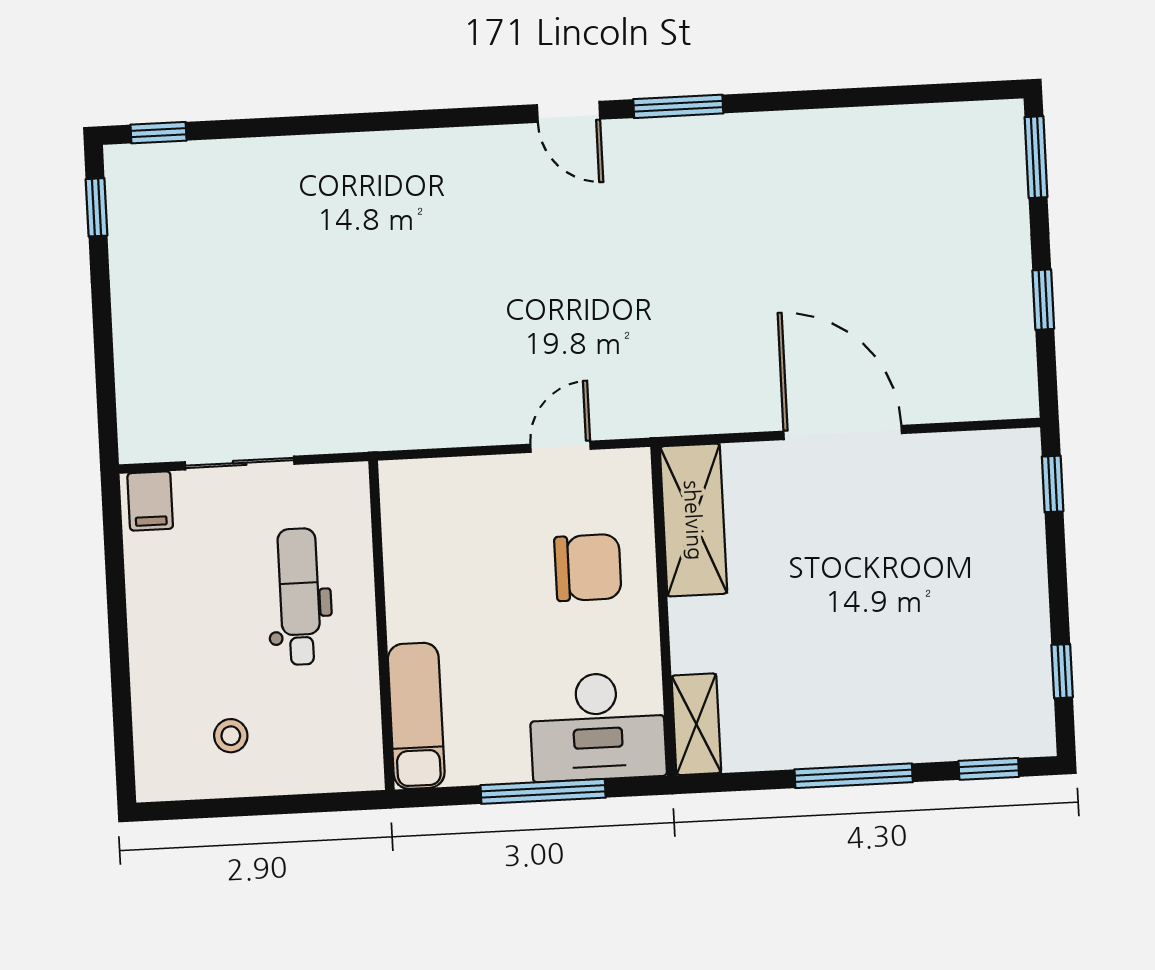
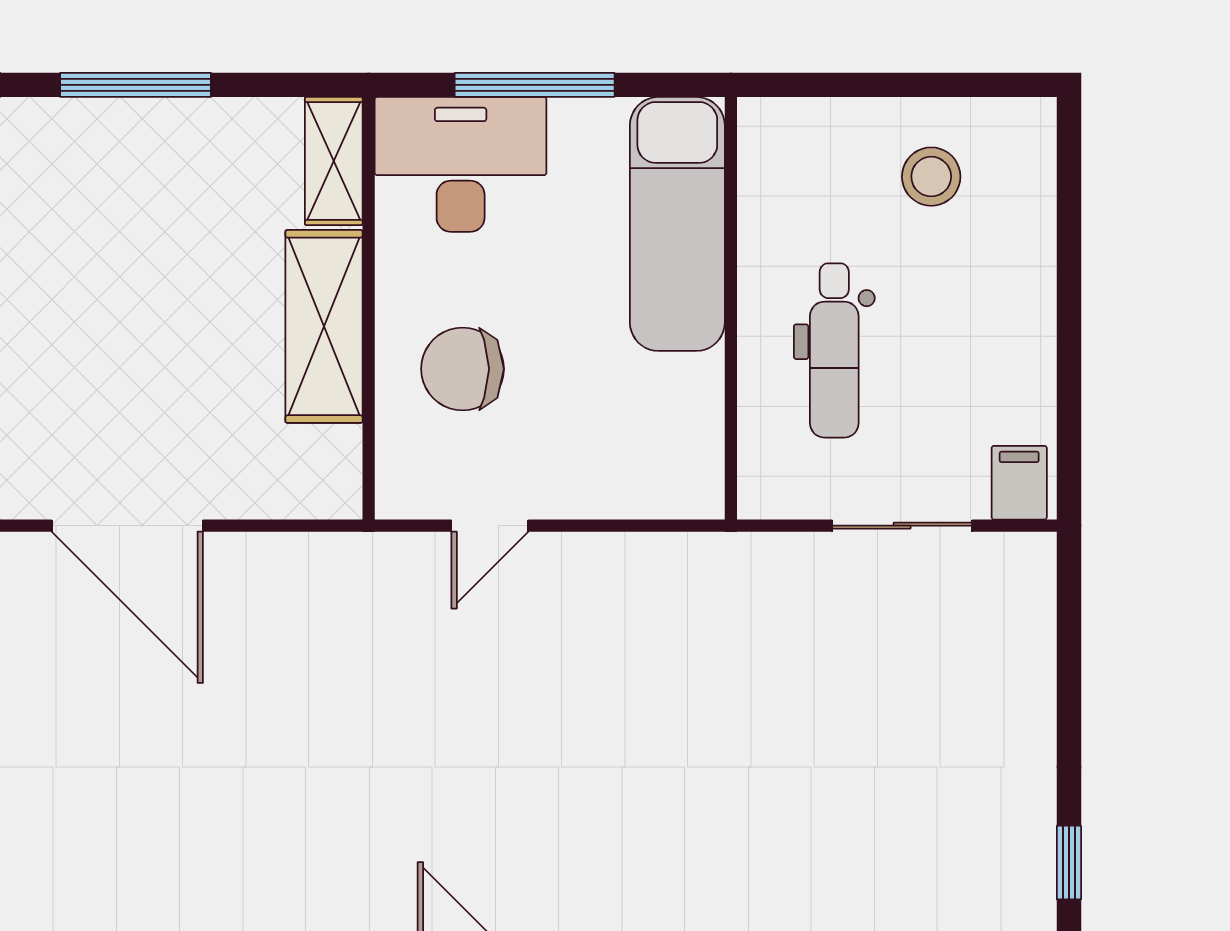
shelving: (694, 520) -> (324, 326), moved
exam couch: (416, 716) -> (677, 224), width x1.36, depth x1.45
stool: (231, 736) -> (931, 177), width x1.37, depth x1.37

